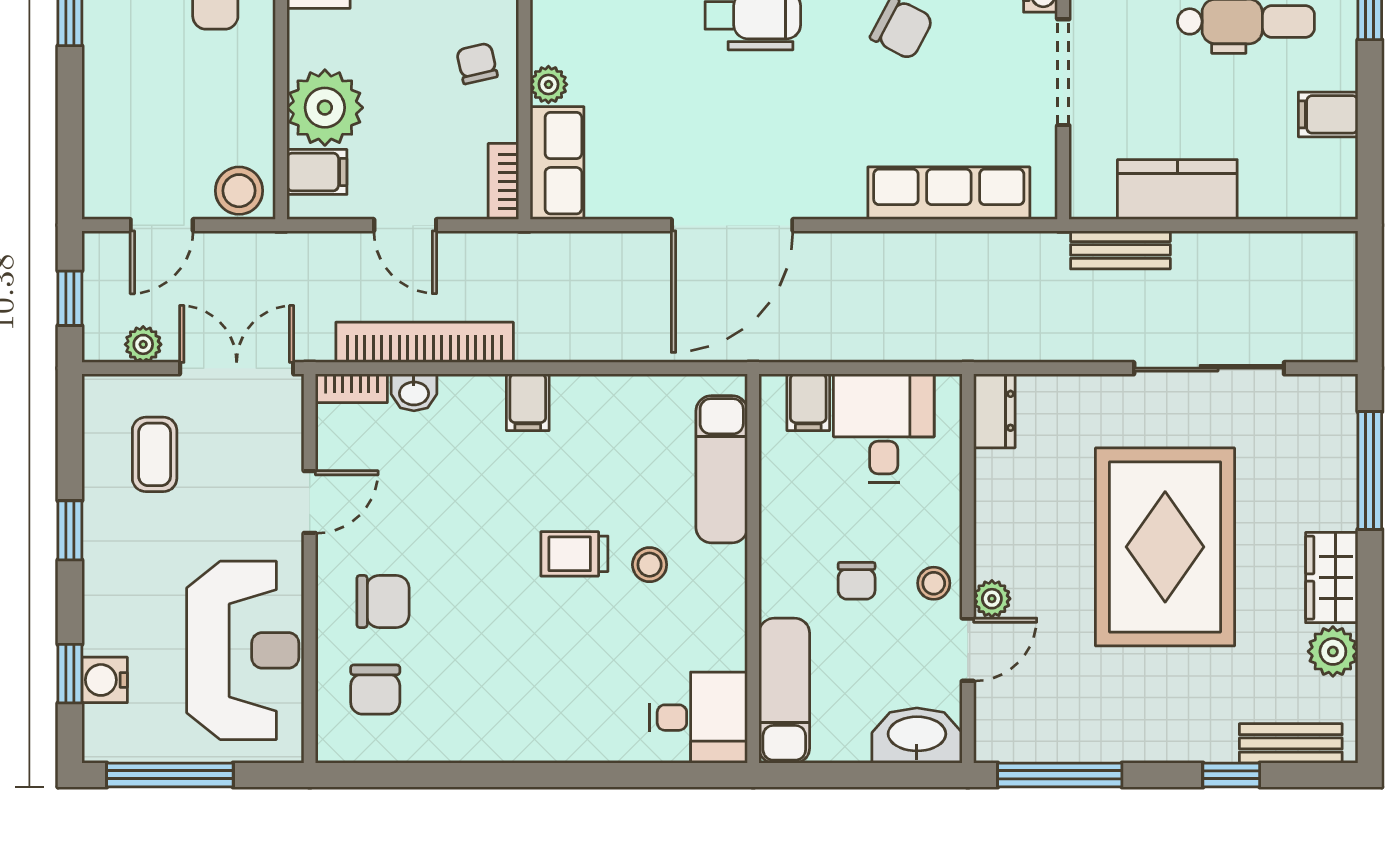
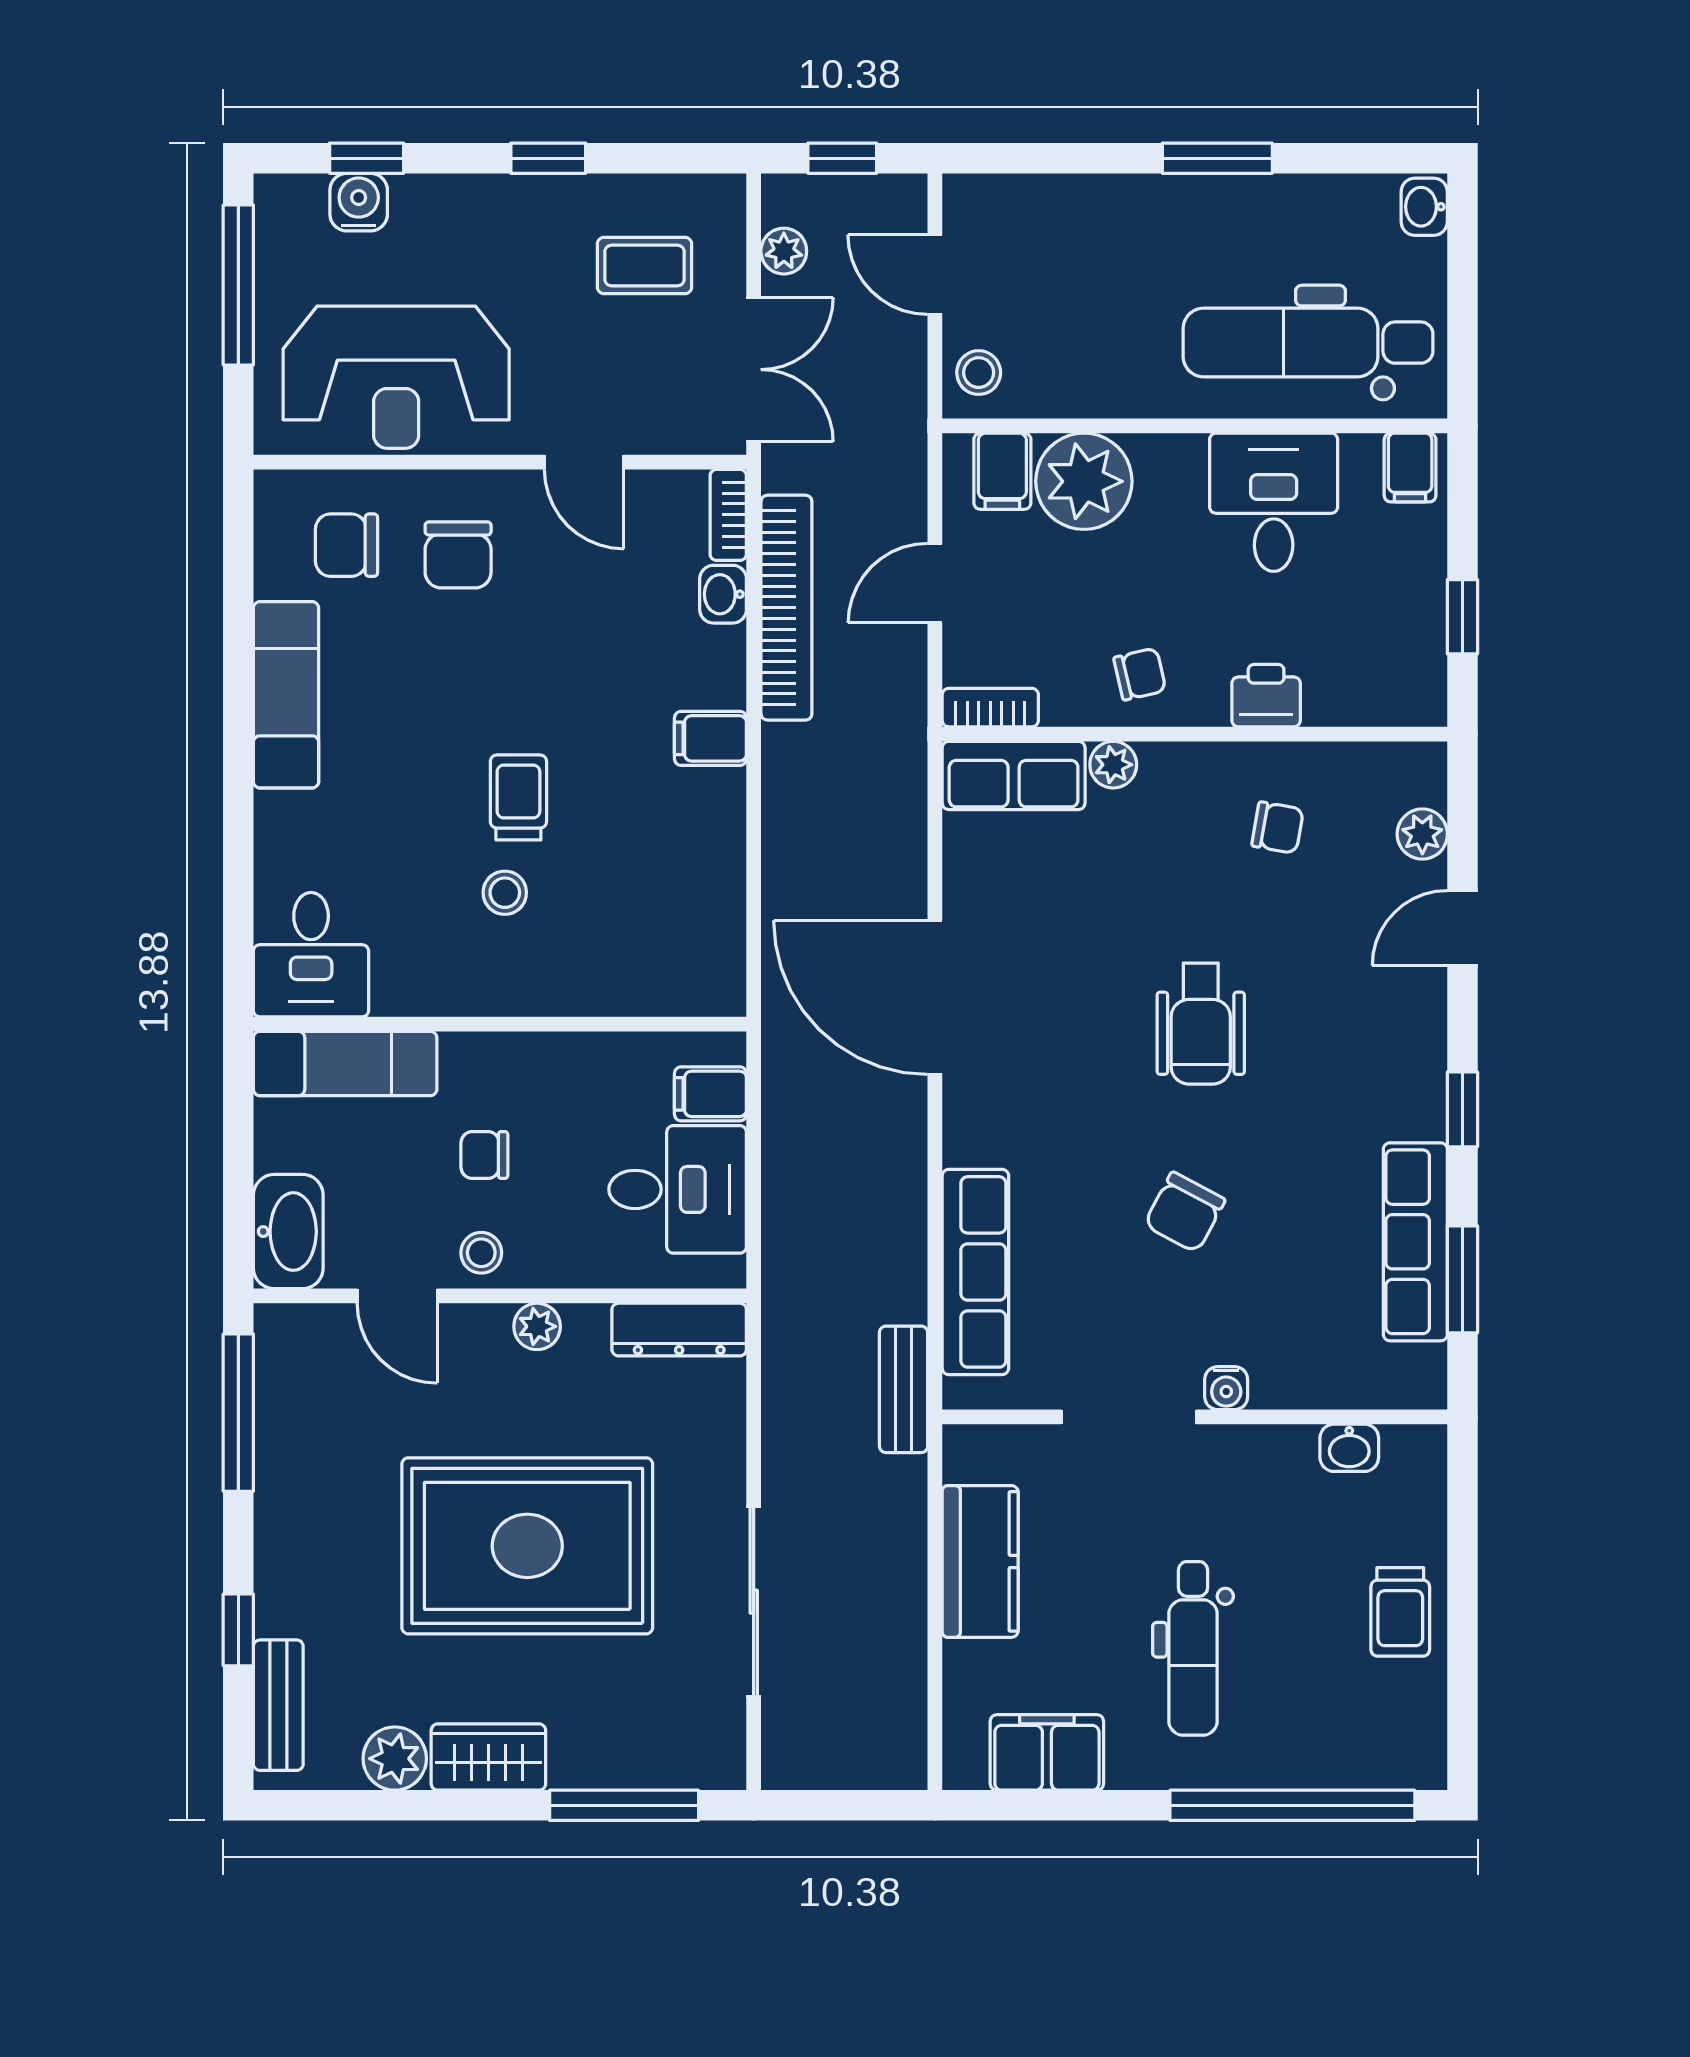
filing cabinet: (1328, 114) -> (1047, 1752), width x2.00
stool: (239, 191) -> (979, 373), width x0.73, depth x0.73
bench: (1120, 250) -> (904, 1389), moved
dresser: (994, 411) -> (679, 1330), width x1.44
exam couch: (722, 469) -> (286, 695), moved, turned 90
plant: (992, 599) -> (537, 1326), moved

